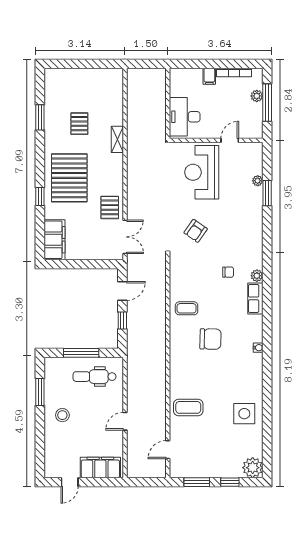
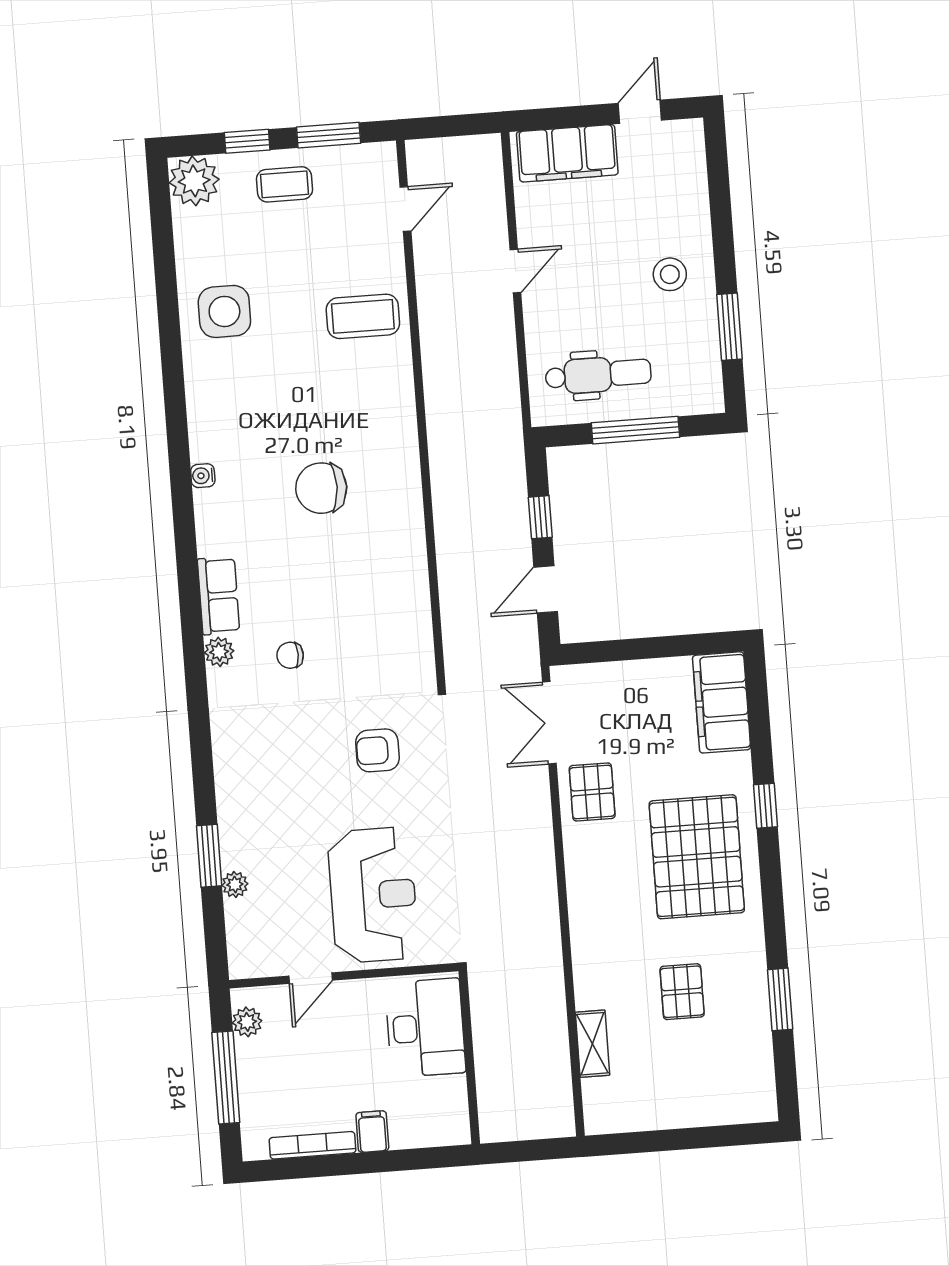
plant: (257, 96) -> (247, 1022), moved
shelving: (117, 139) -> (593, 1044), moved
armchair: (196, 231) -> (377, 750), turned -125
coffee table: (187, 308) -> (284, 184), moved

